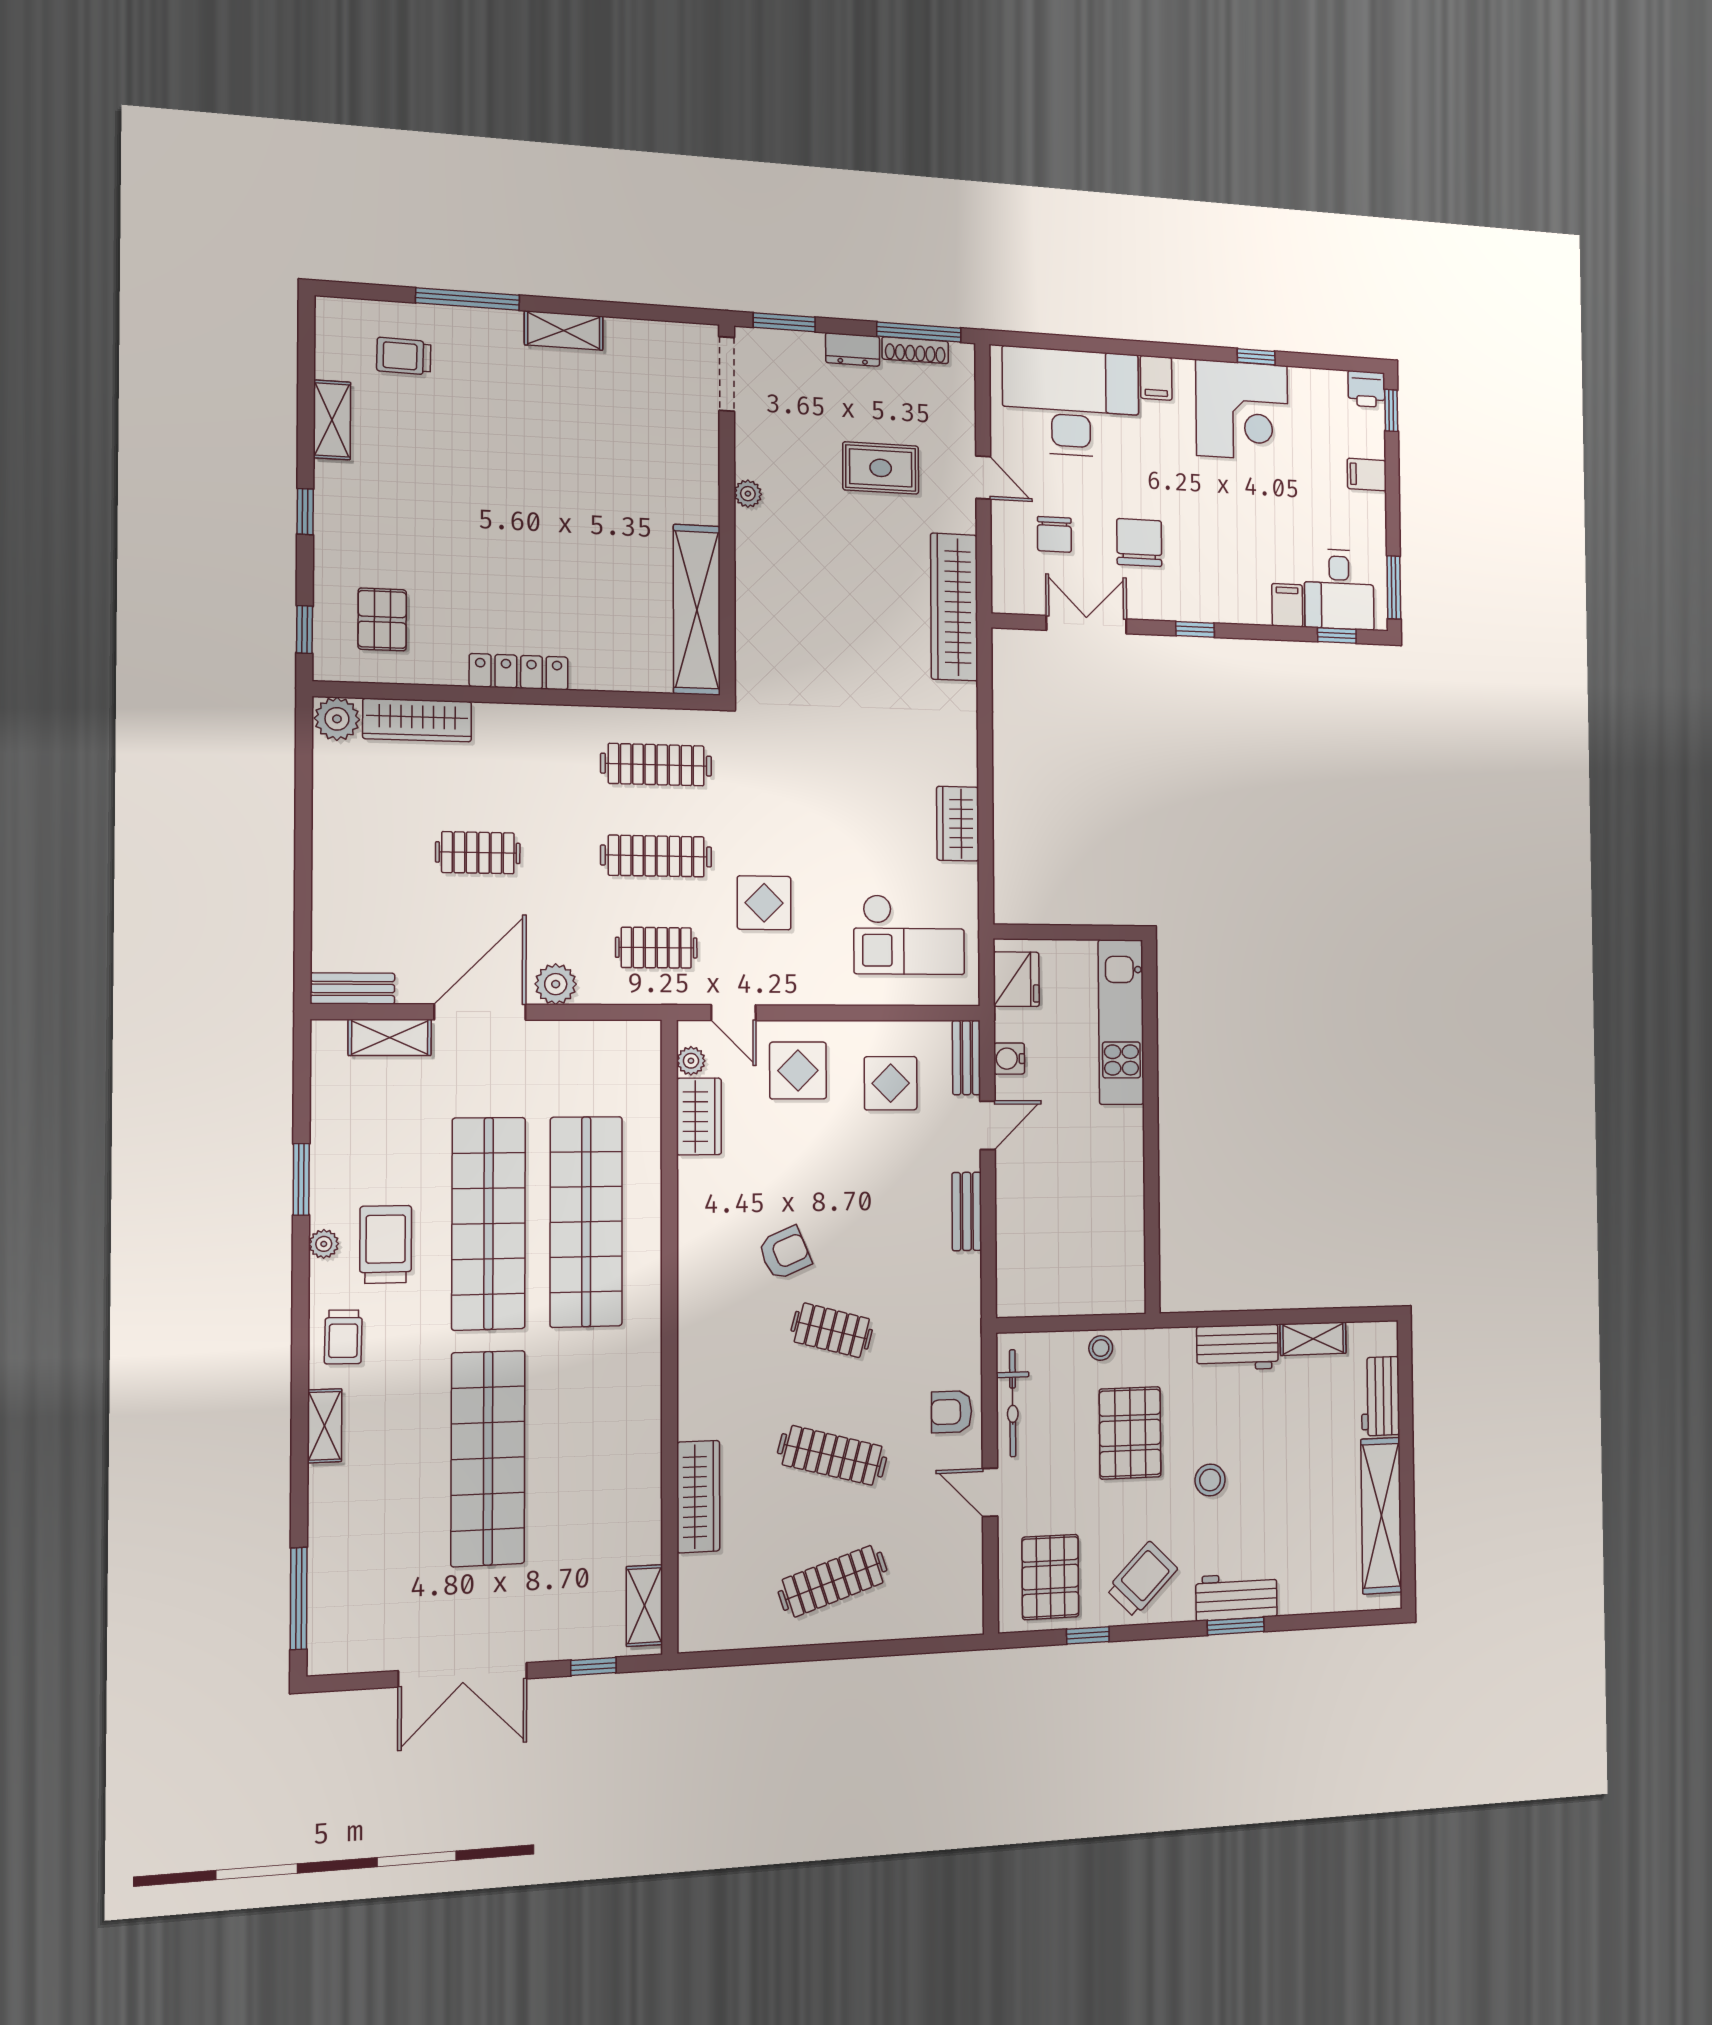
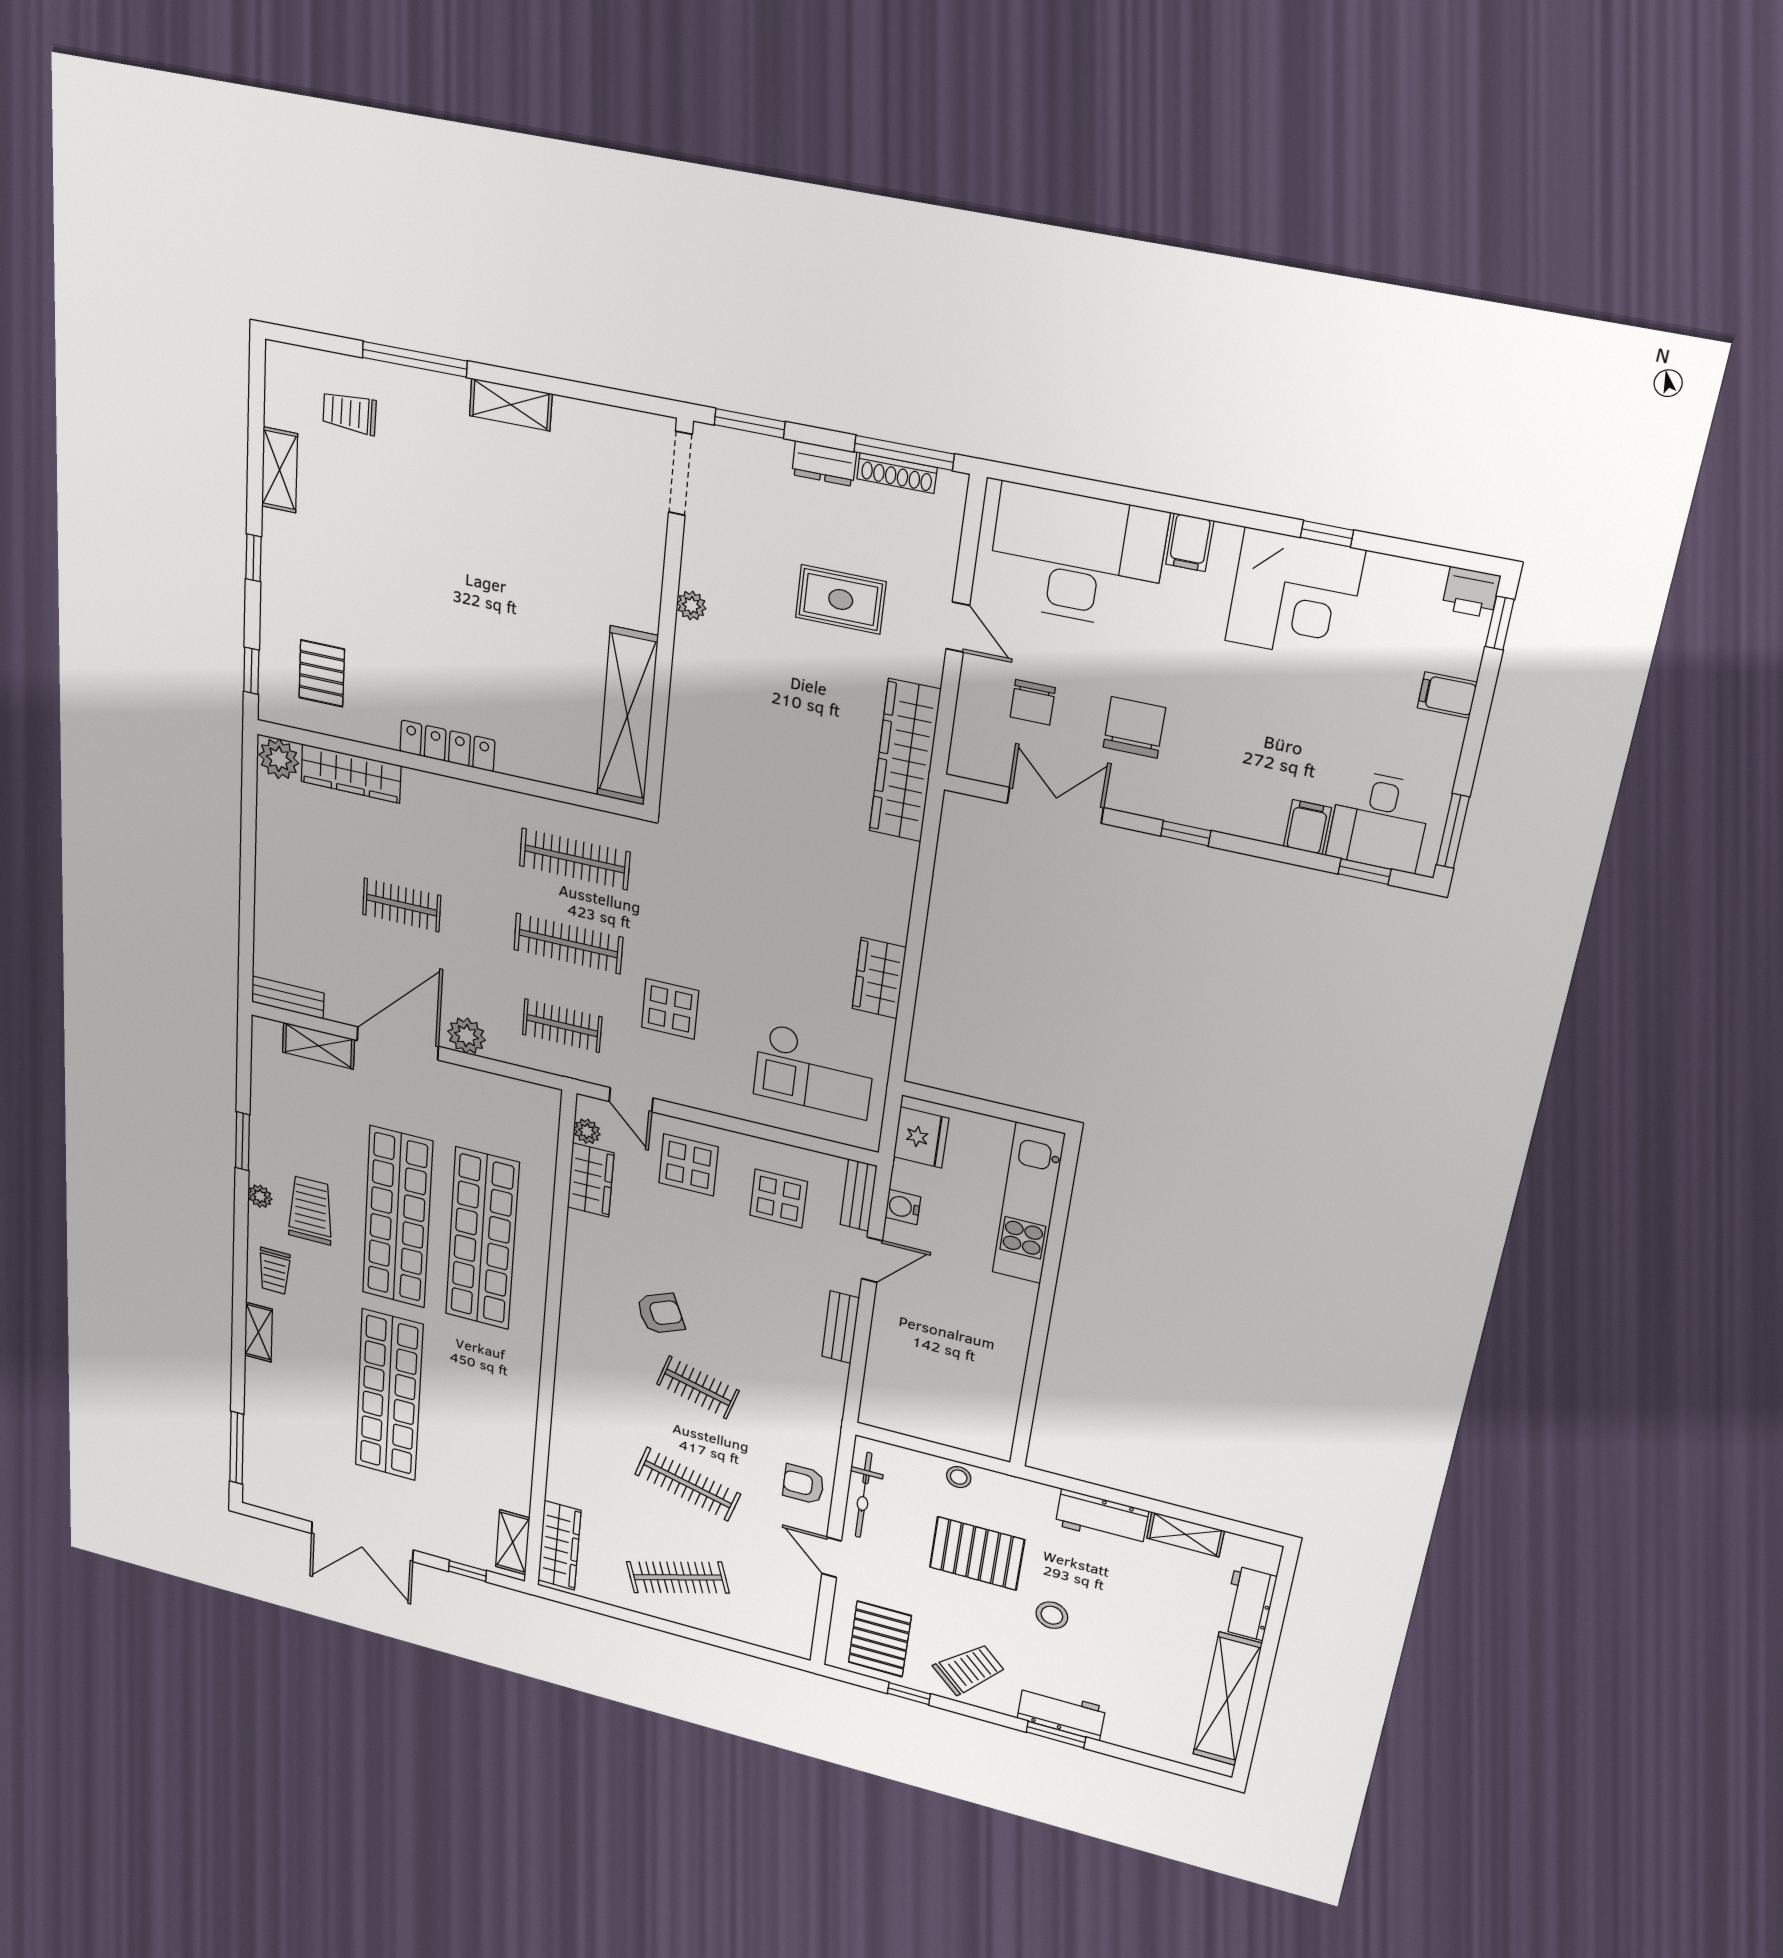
pallet: (1130, 1433) -> (977, 1553), turned 90
wardrobe: (698, 1497) -> (559, 1545), moved

